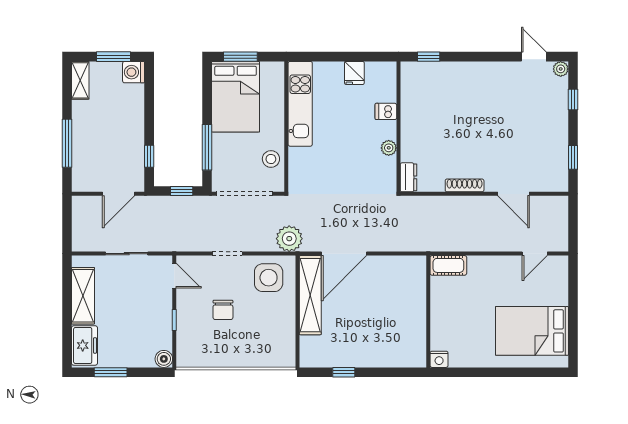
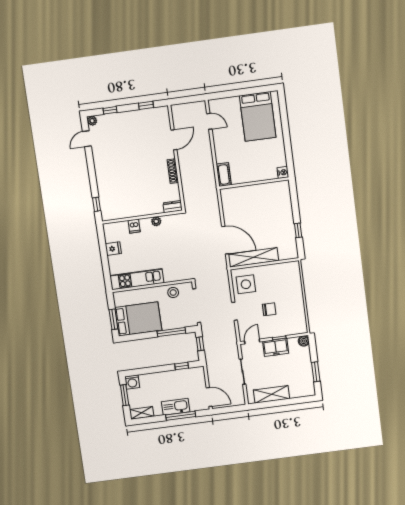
kitchen sink: (83, 137) -> (176, 407), added
door: (119, 194) -> (209, 397), moved
plant: (289, 239) -> (220, 275), removed
freezer: (84, 345) -> (276, 347), moved, turned 180

